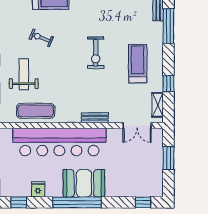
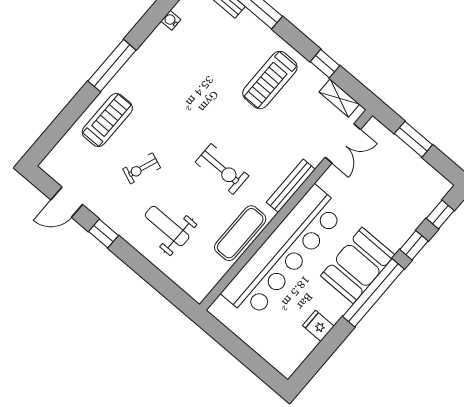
exercise bike: (96, 53) -> (222, 169), moved
treadmill: (138, 64) -> (270, 80), turned -90
exercise mat: (36, 111) -> (240, 233), moved
bench: (95, 118) -> (291, 186), width x1.36
window: (19, 202) -> (414, 245), moved

